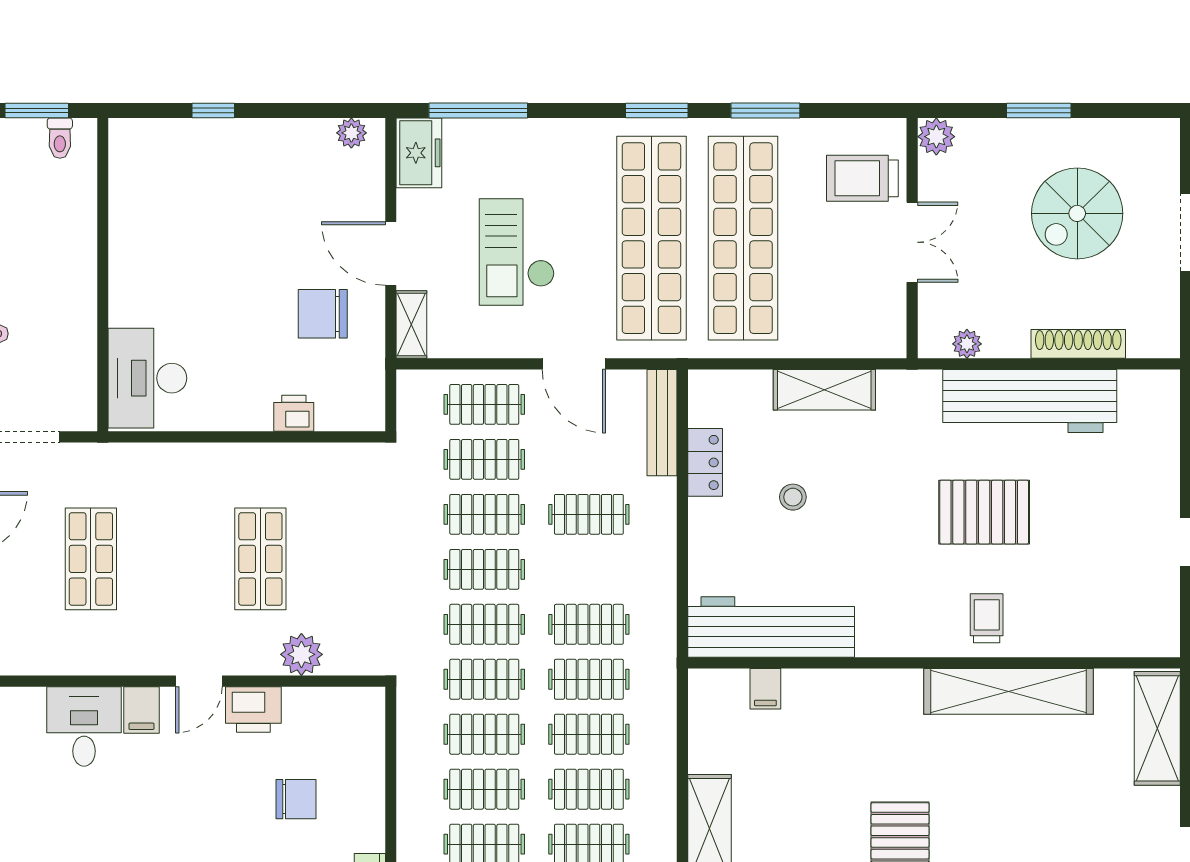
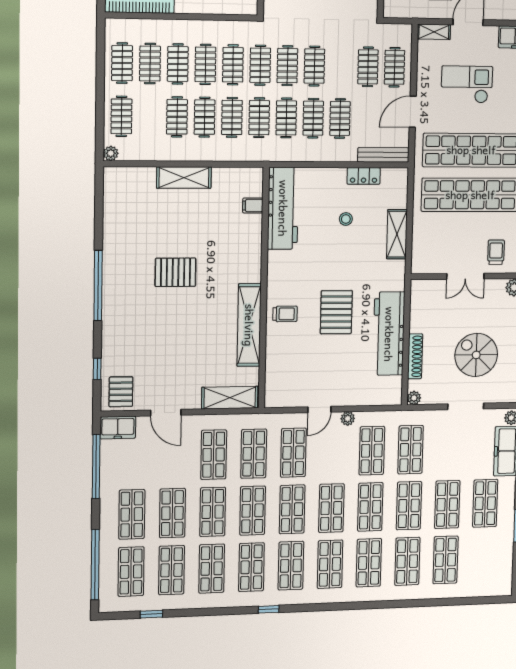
trolley: (862, 178) -> (496, 252), width x0.73, depth x0.72
plant: (967, 344) -> (414, 398), moved
clothes rail: (484, 514) -> (313, 118), moved

